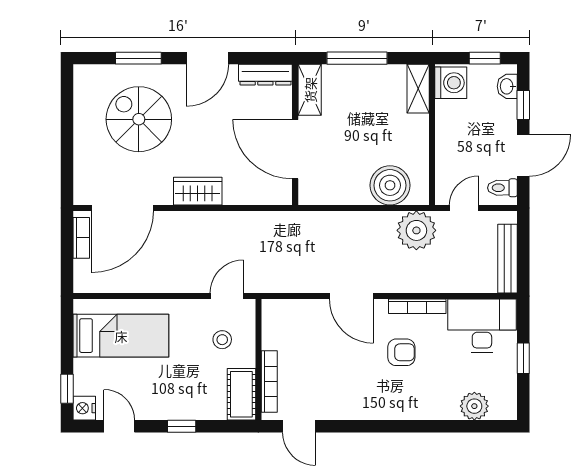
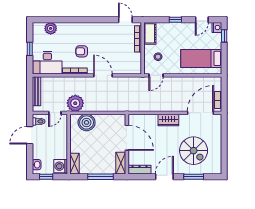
window: (523, 105) -> (30, 157), removed
door: (119, 426) -> (202, 20), hinge flipped

